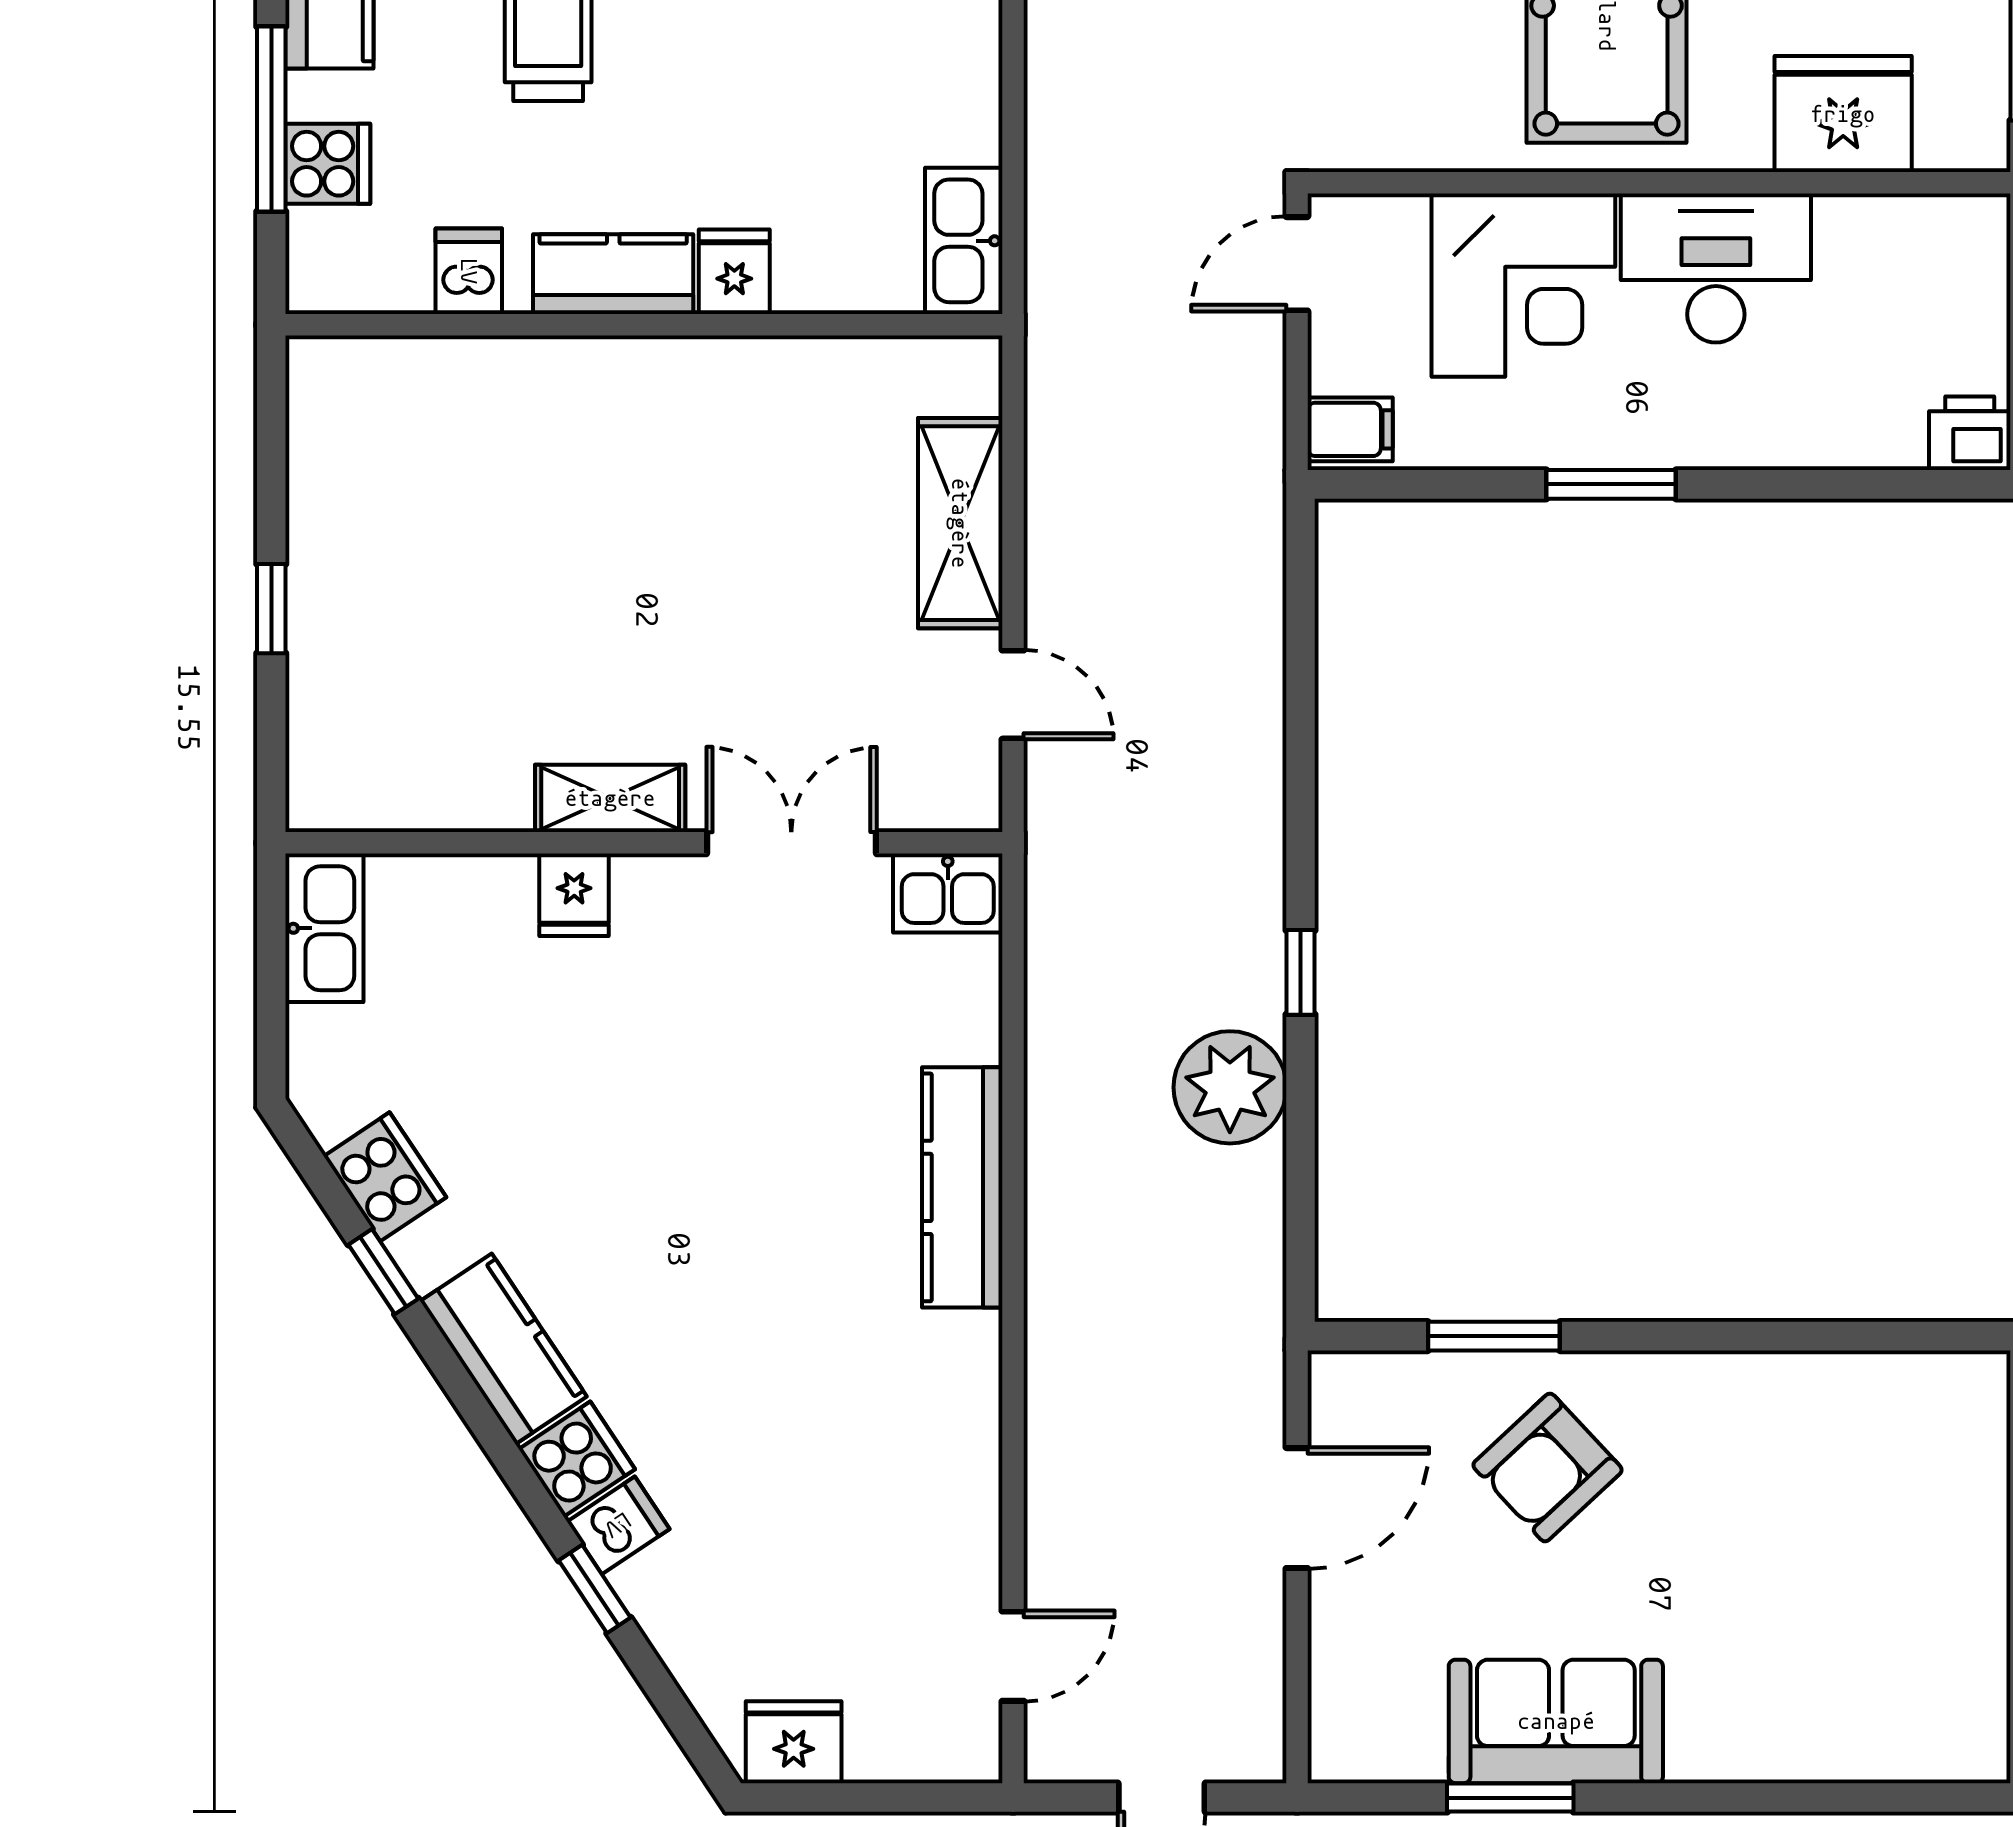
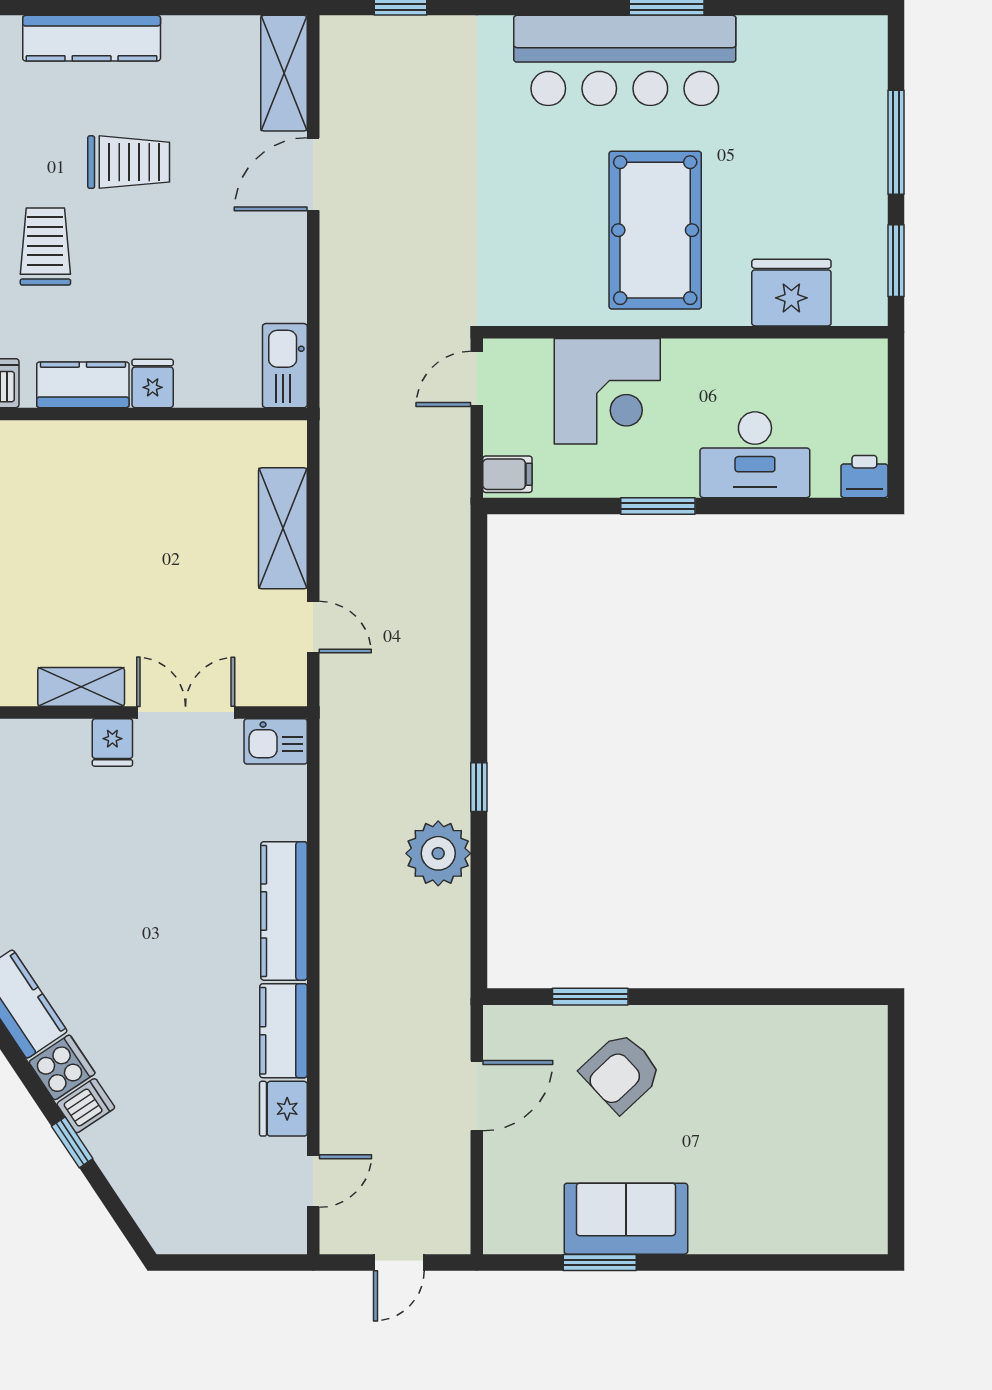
desk: (1716, 268) -> (755, 455), moved, turned 180
fridge: (574, 895) -> (112, 742), moved
kitchen counter: (961, 1395) -> (284, 1031), added
fridge: (794, 1742) -> (283, 1109), moved, turned -90

